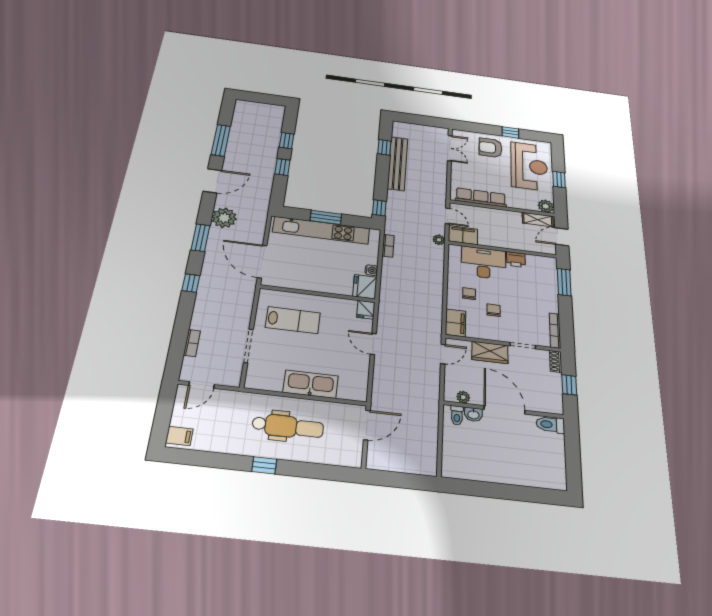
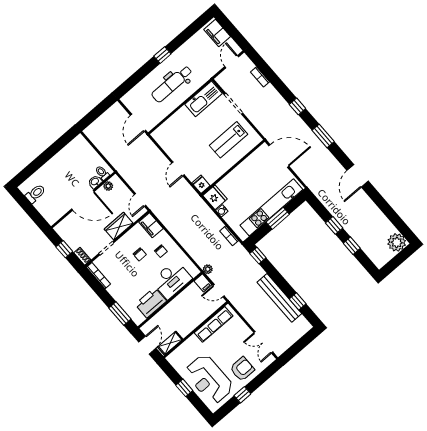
window: (221, 140) -> (384, 206), removed
plant: (546, 206) -> (174, 358), removed
plant: (224, 218) -> (397, 242), moved
filing cabinet: (463, 235) -> (203, 283), width x0.50
printer: (516, 259) -> (151, 303), width x1.87, depth x1.48
door: (373, 344) -> (178, 169), swing flipped
kitchen sink: (311, 384) -> (204, 99), moved
toilet: (550, 425) -> (35, 194), moved
filing cabinet: (179, 436) -> (217, 33), width x2.00

